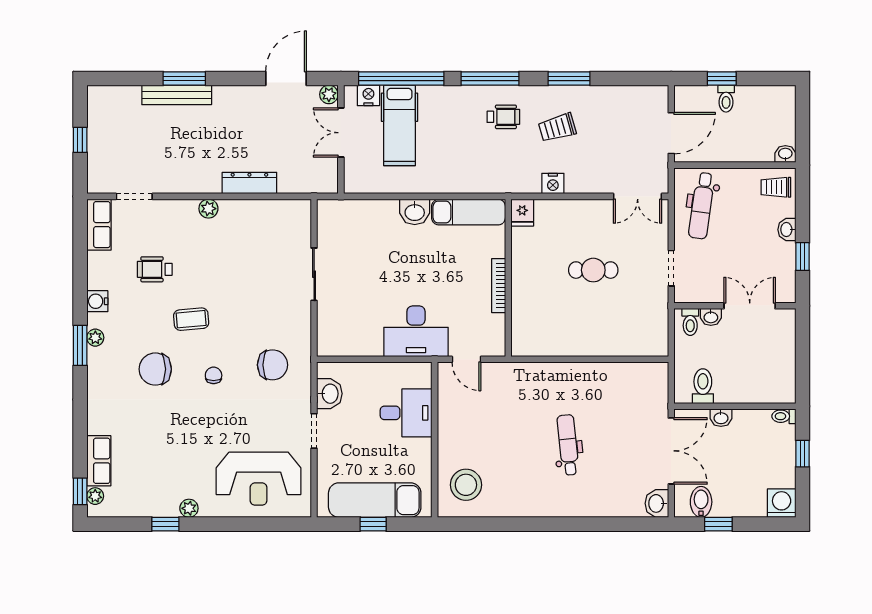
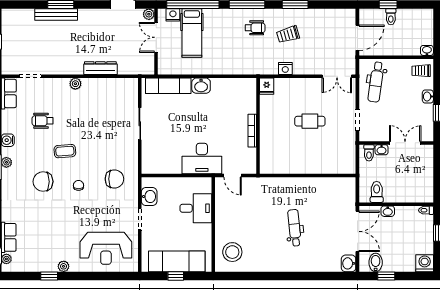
exam couch: (469, 212) -> (168, 86), moved

